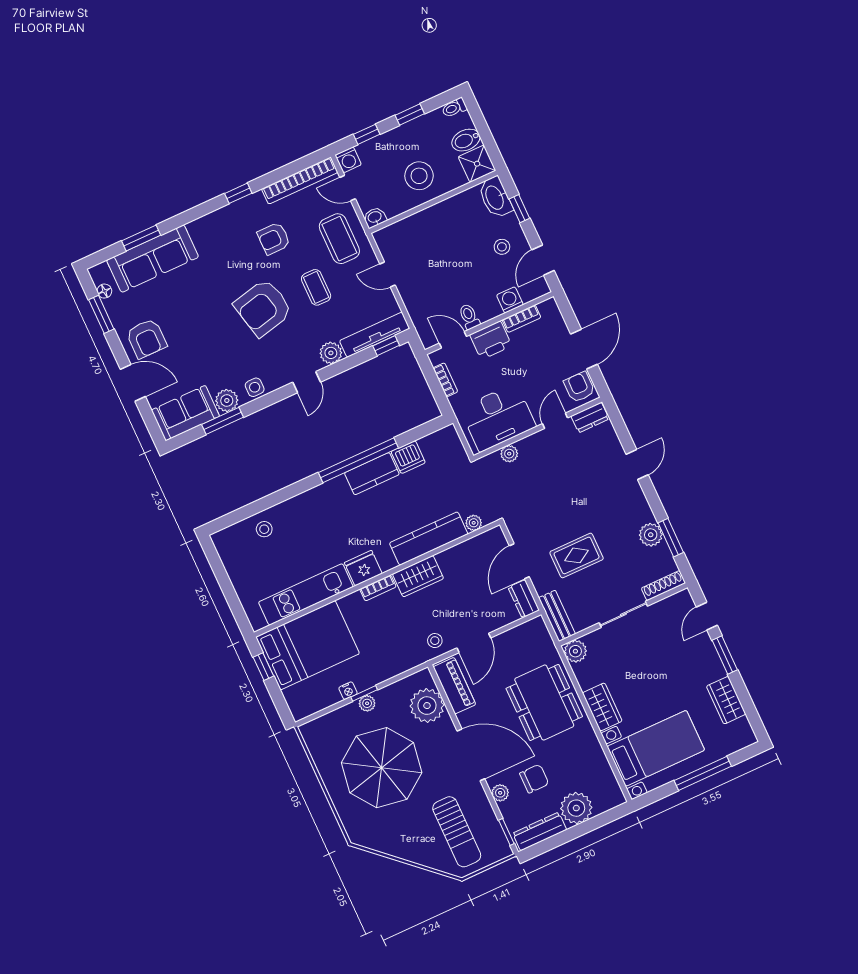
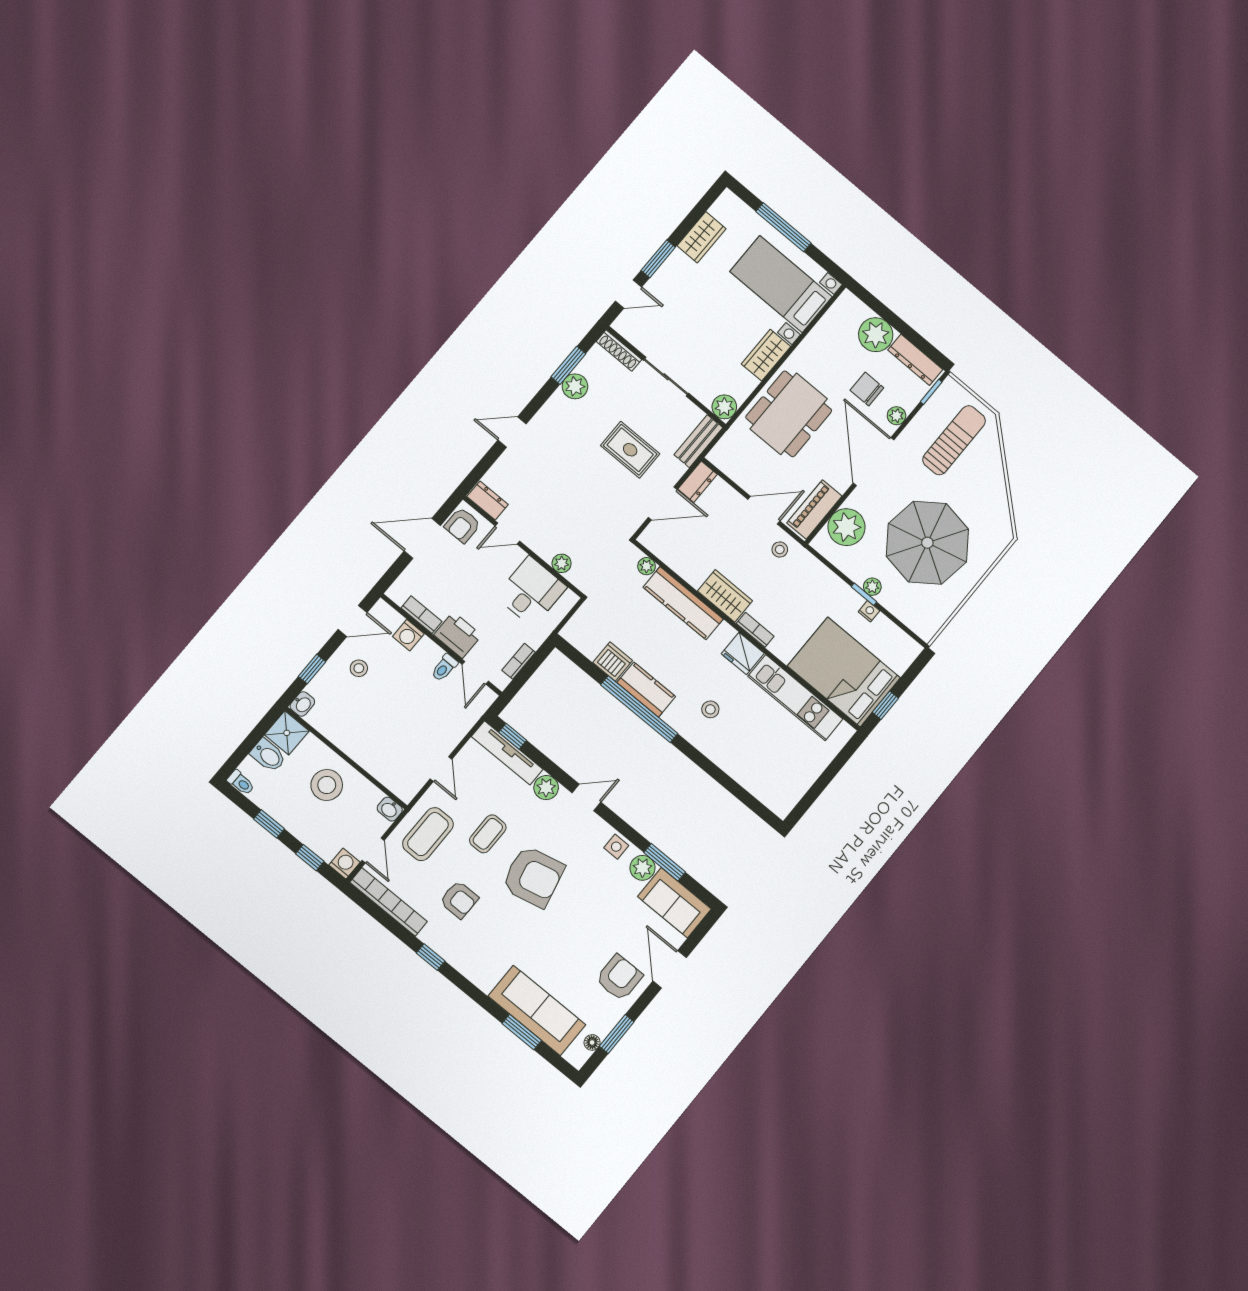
washbasin: (495, 197) -> (302, 704), width x0.52, depth x0.69
desk: (498, 417) -> (531, 592), width x0.73
stool: (264, 529) -> (710, 709), moved

